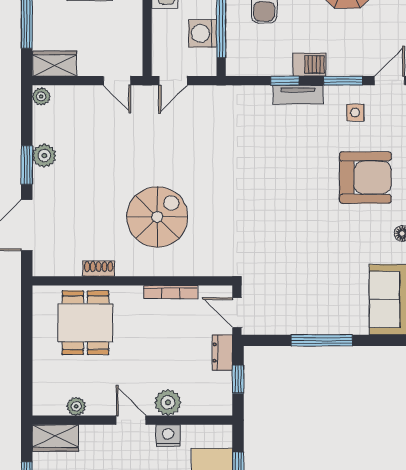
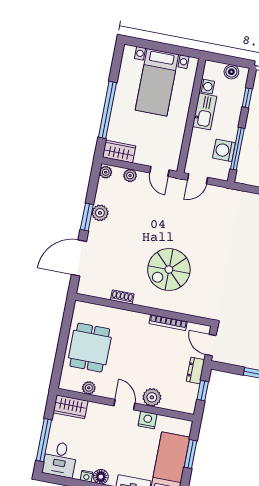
plant: (77, 95) -> (130, 176), added
spiral stairs: (157, 217) -> (169, 270), turned 180
dining table: (85, 323) -> (90, 348), moved

